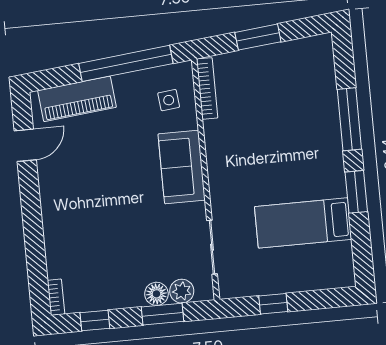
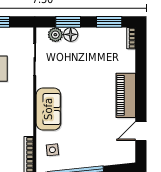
piano: (77, 99) -> (126, 95), moved, turned -84
window: (95, 321) -> (109, 22), width x1.50

